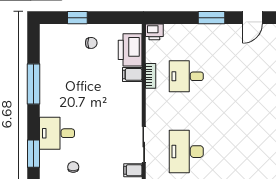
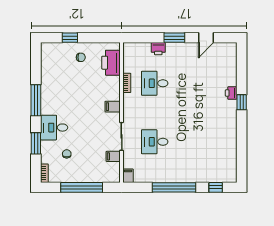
printer: (154, 32) -> (158, 49), moved
filing cabinet: (132, 74) -> (113, 107), moved
window: (34, 84) -> (36, 100), moved
desk: (186, 152) -> (155, 142), width x0.73

